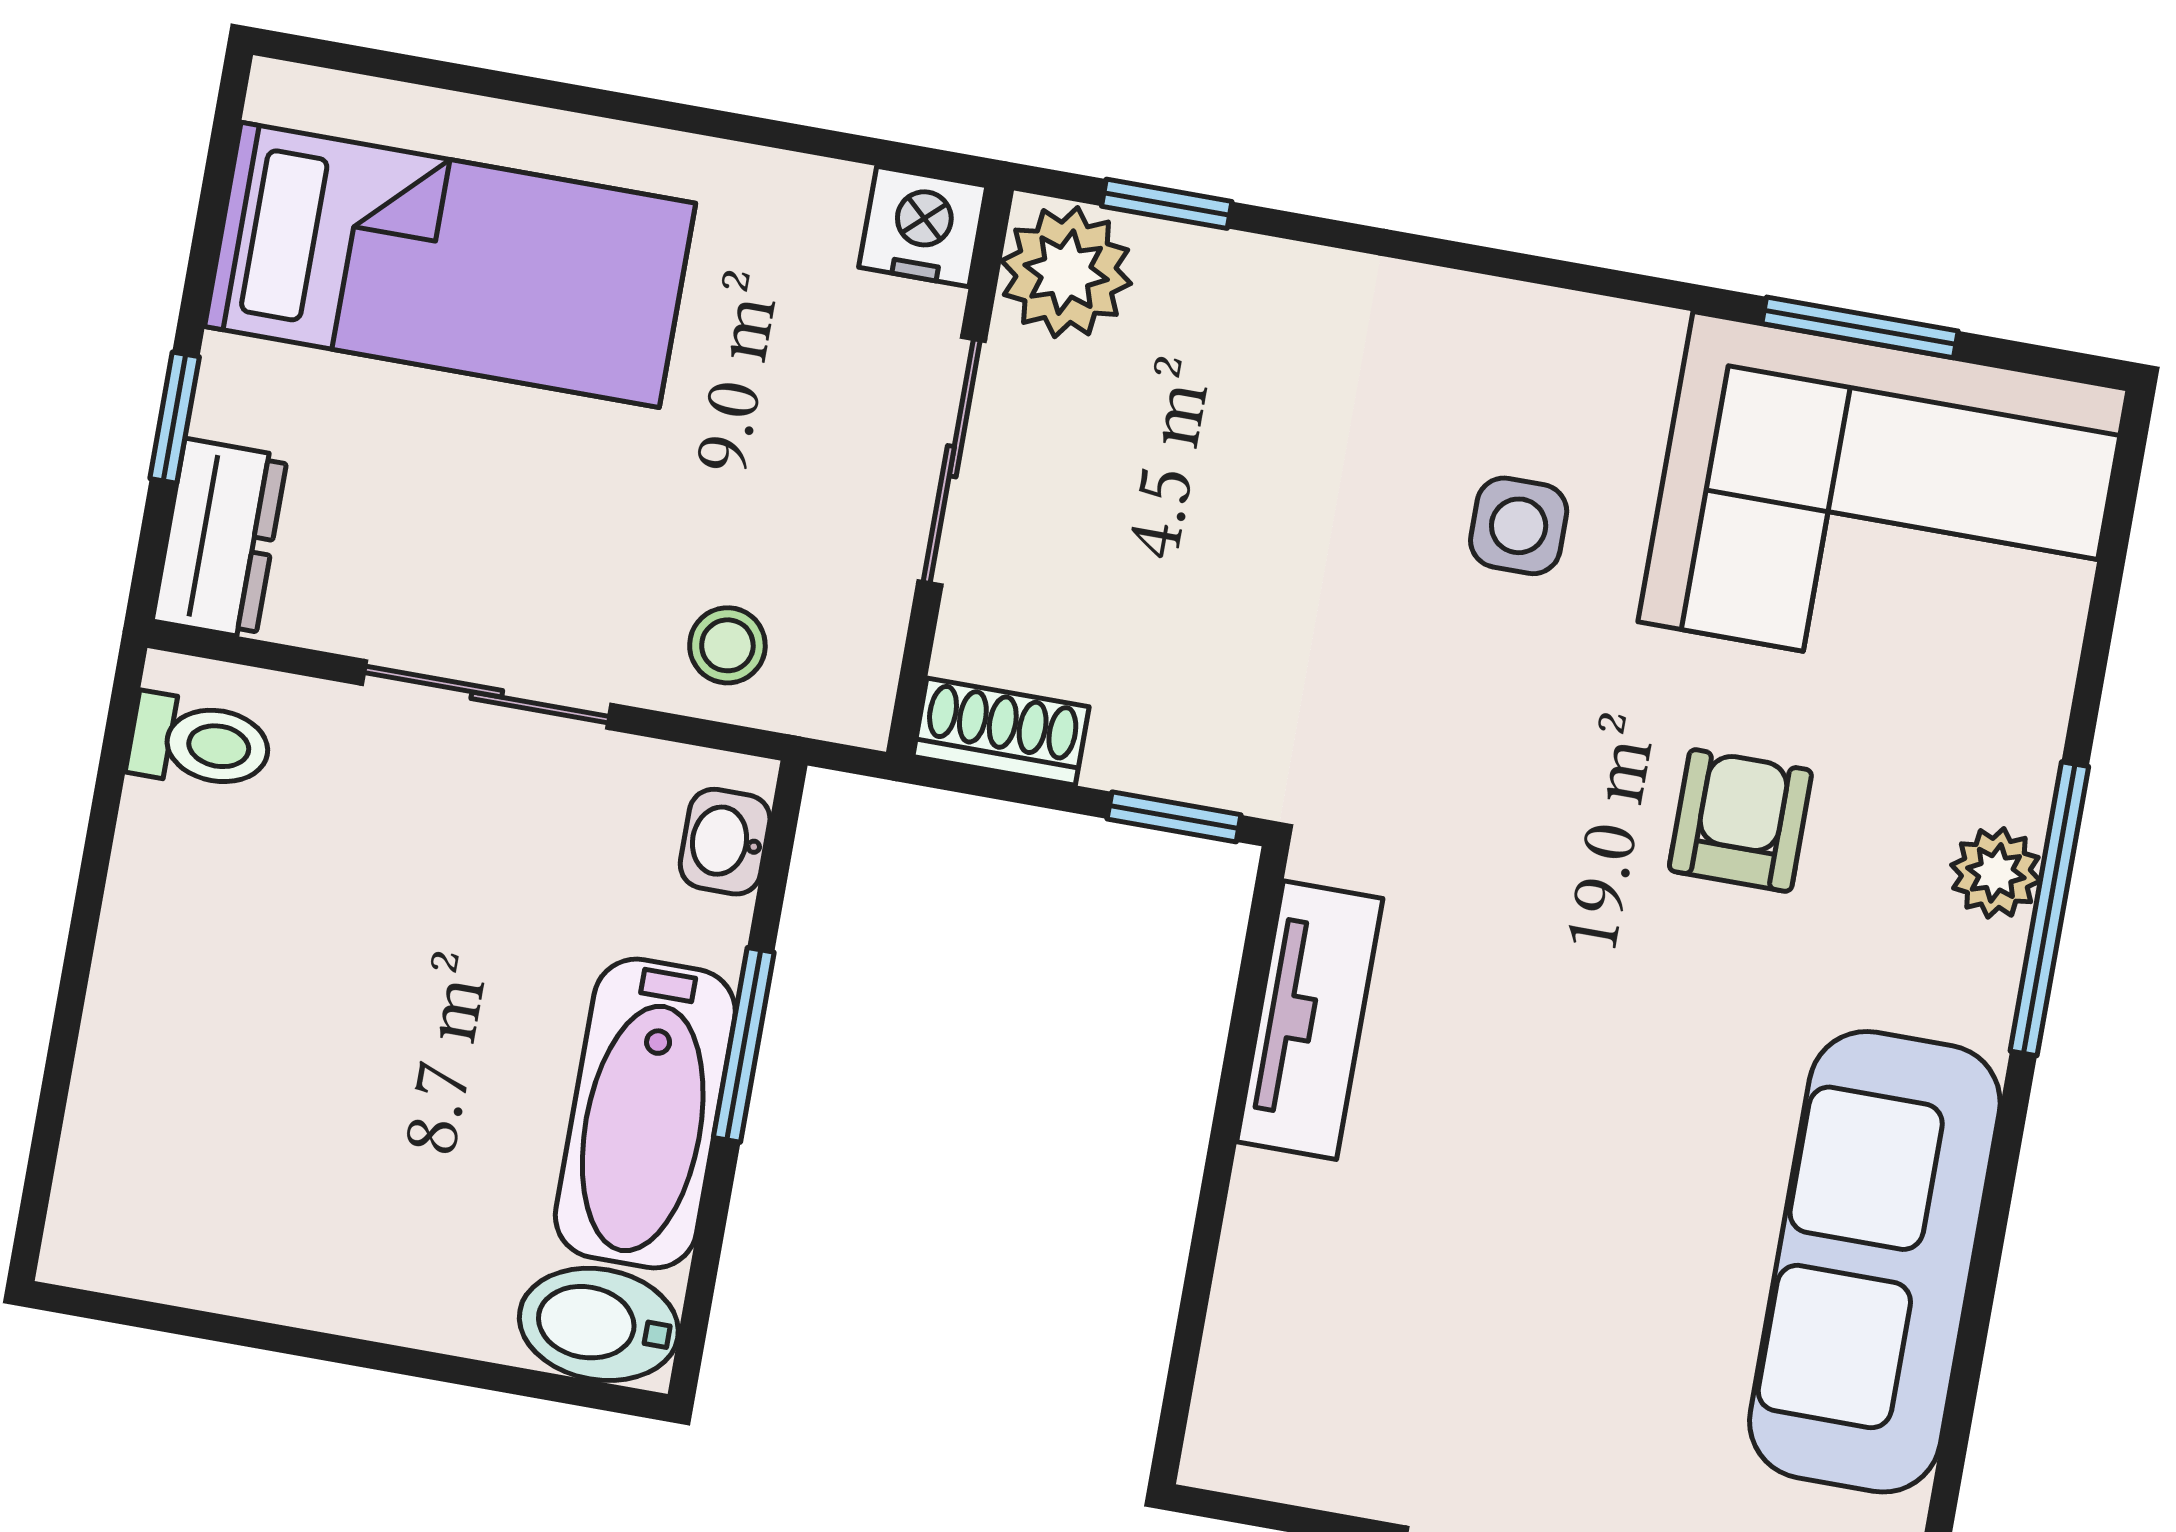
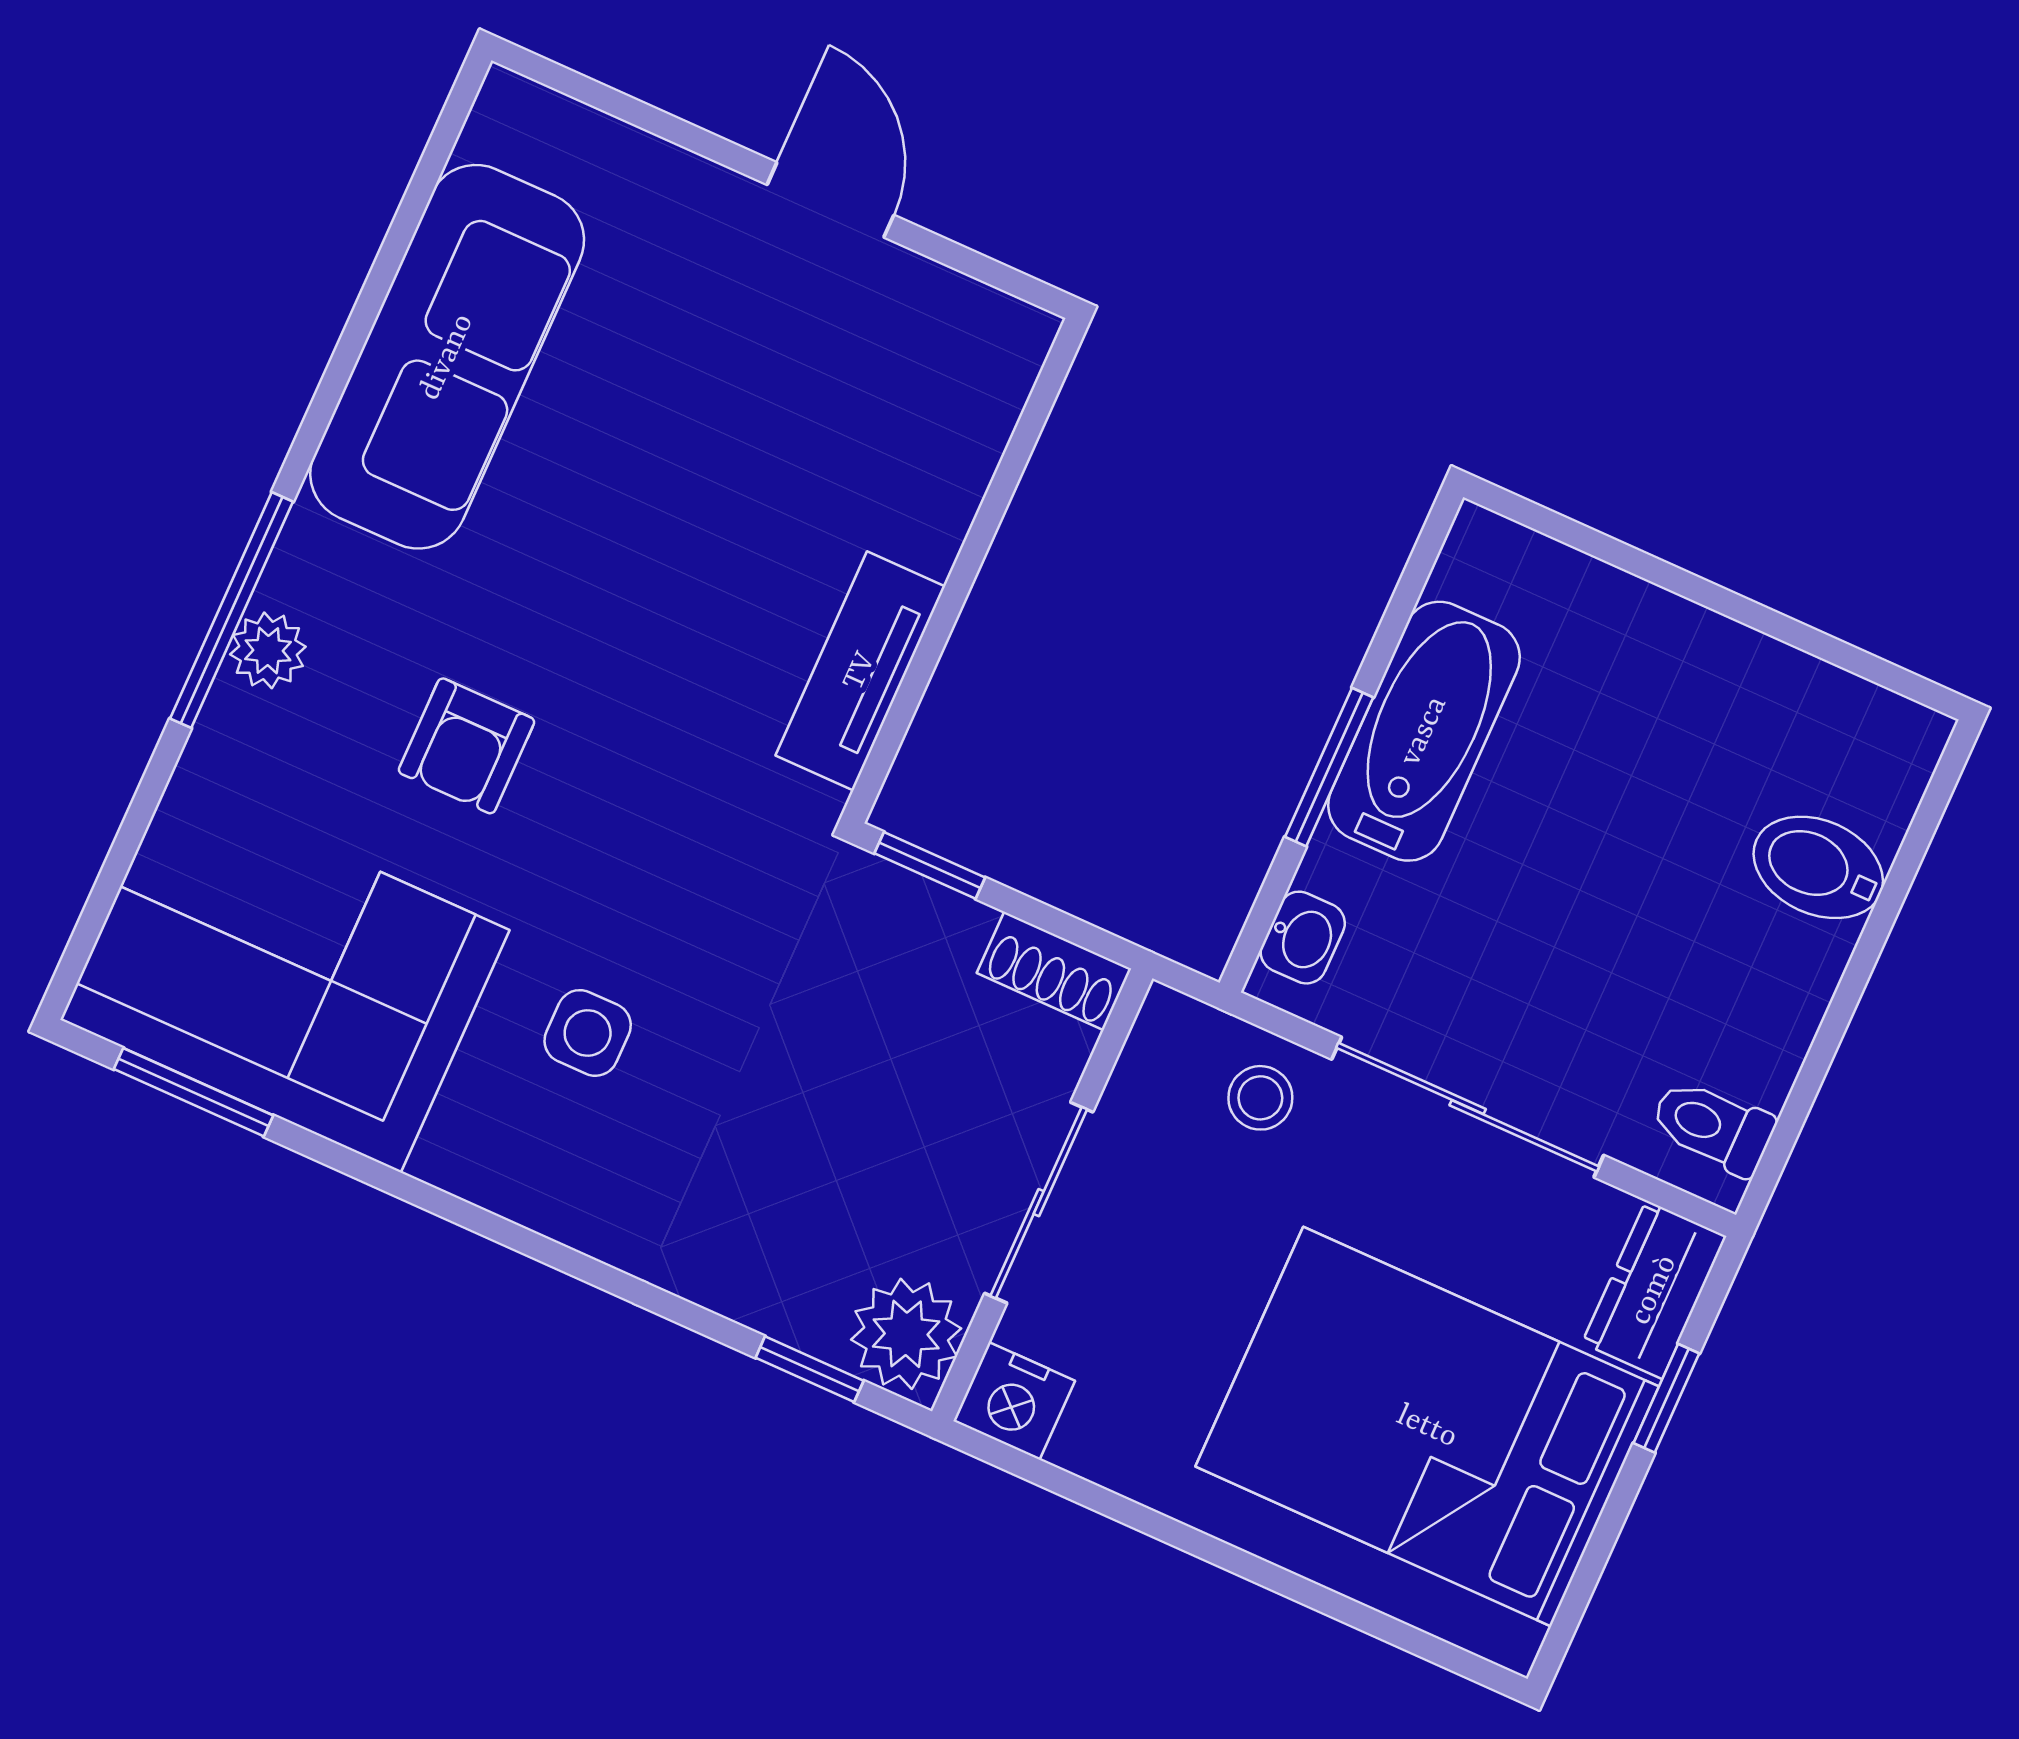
bed: (450, 265) -> (1427, 1427), width x1.50
window: (1860, 327) -> (194, 1092), moved
sliding door: (487, 694) -> (1468, 1107), width x1.37
bidet: (599, 1324) -> (1818, 867), moved, turned 180

